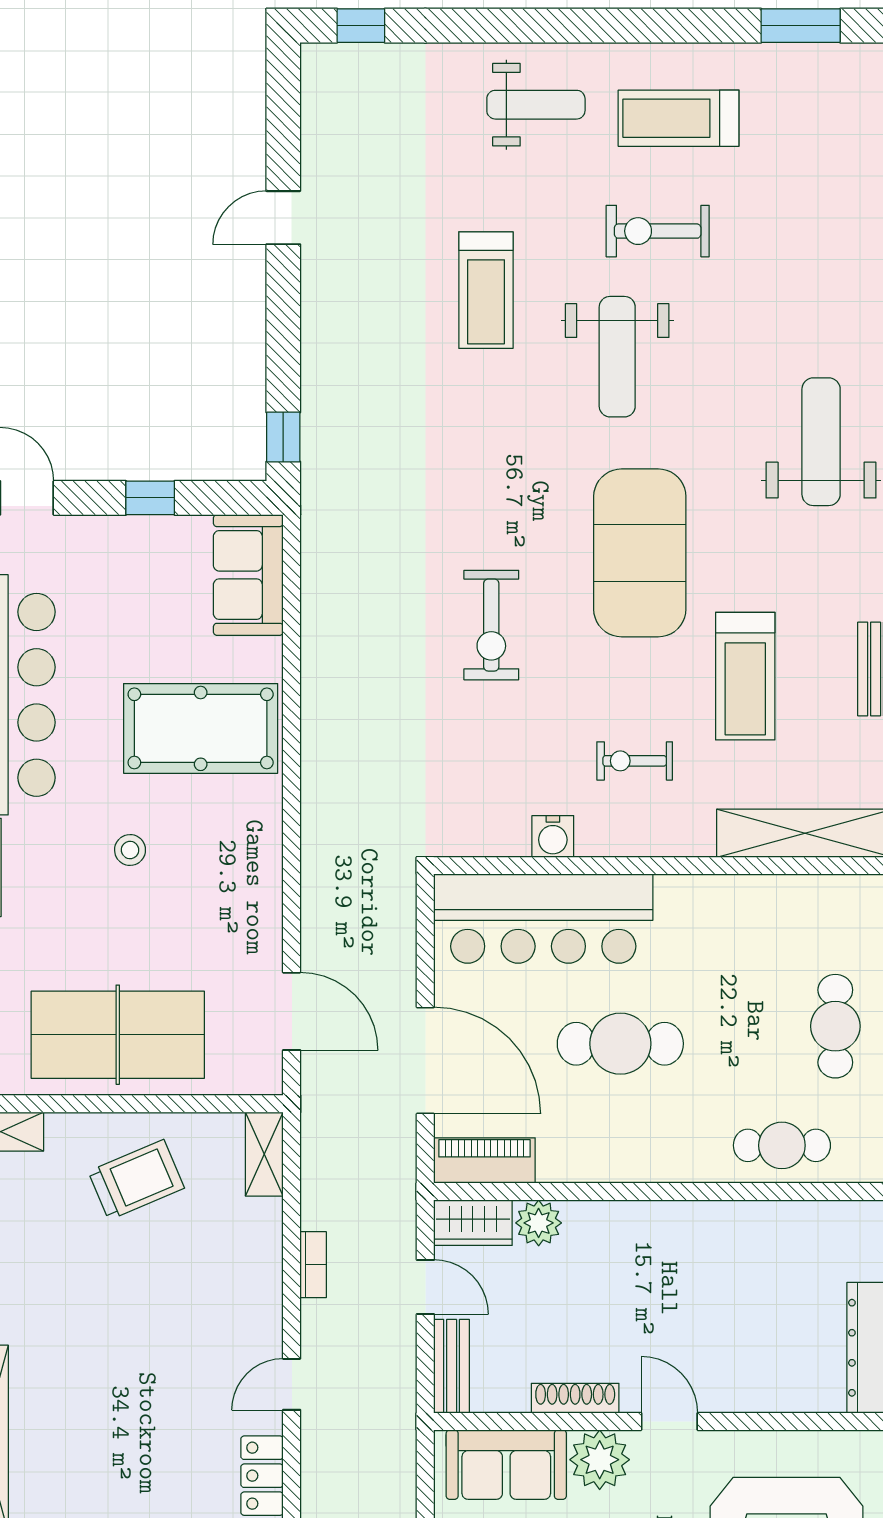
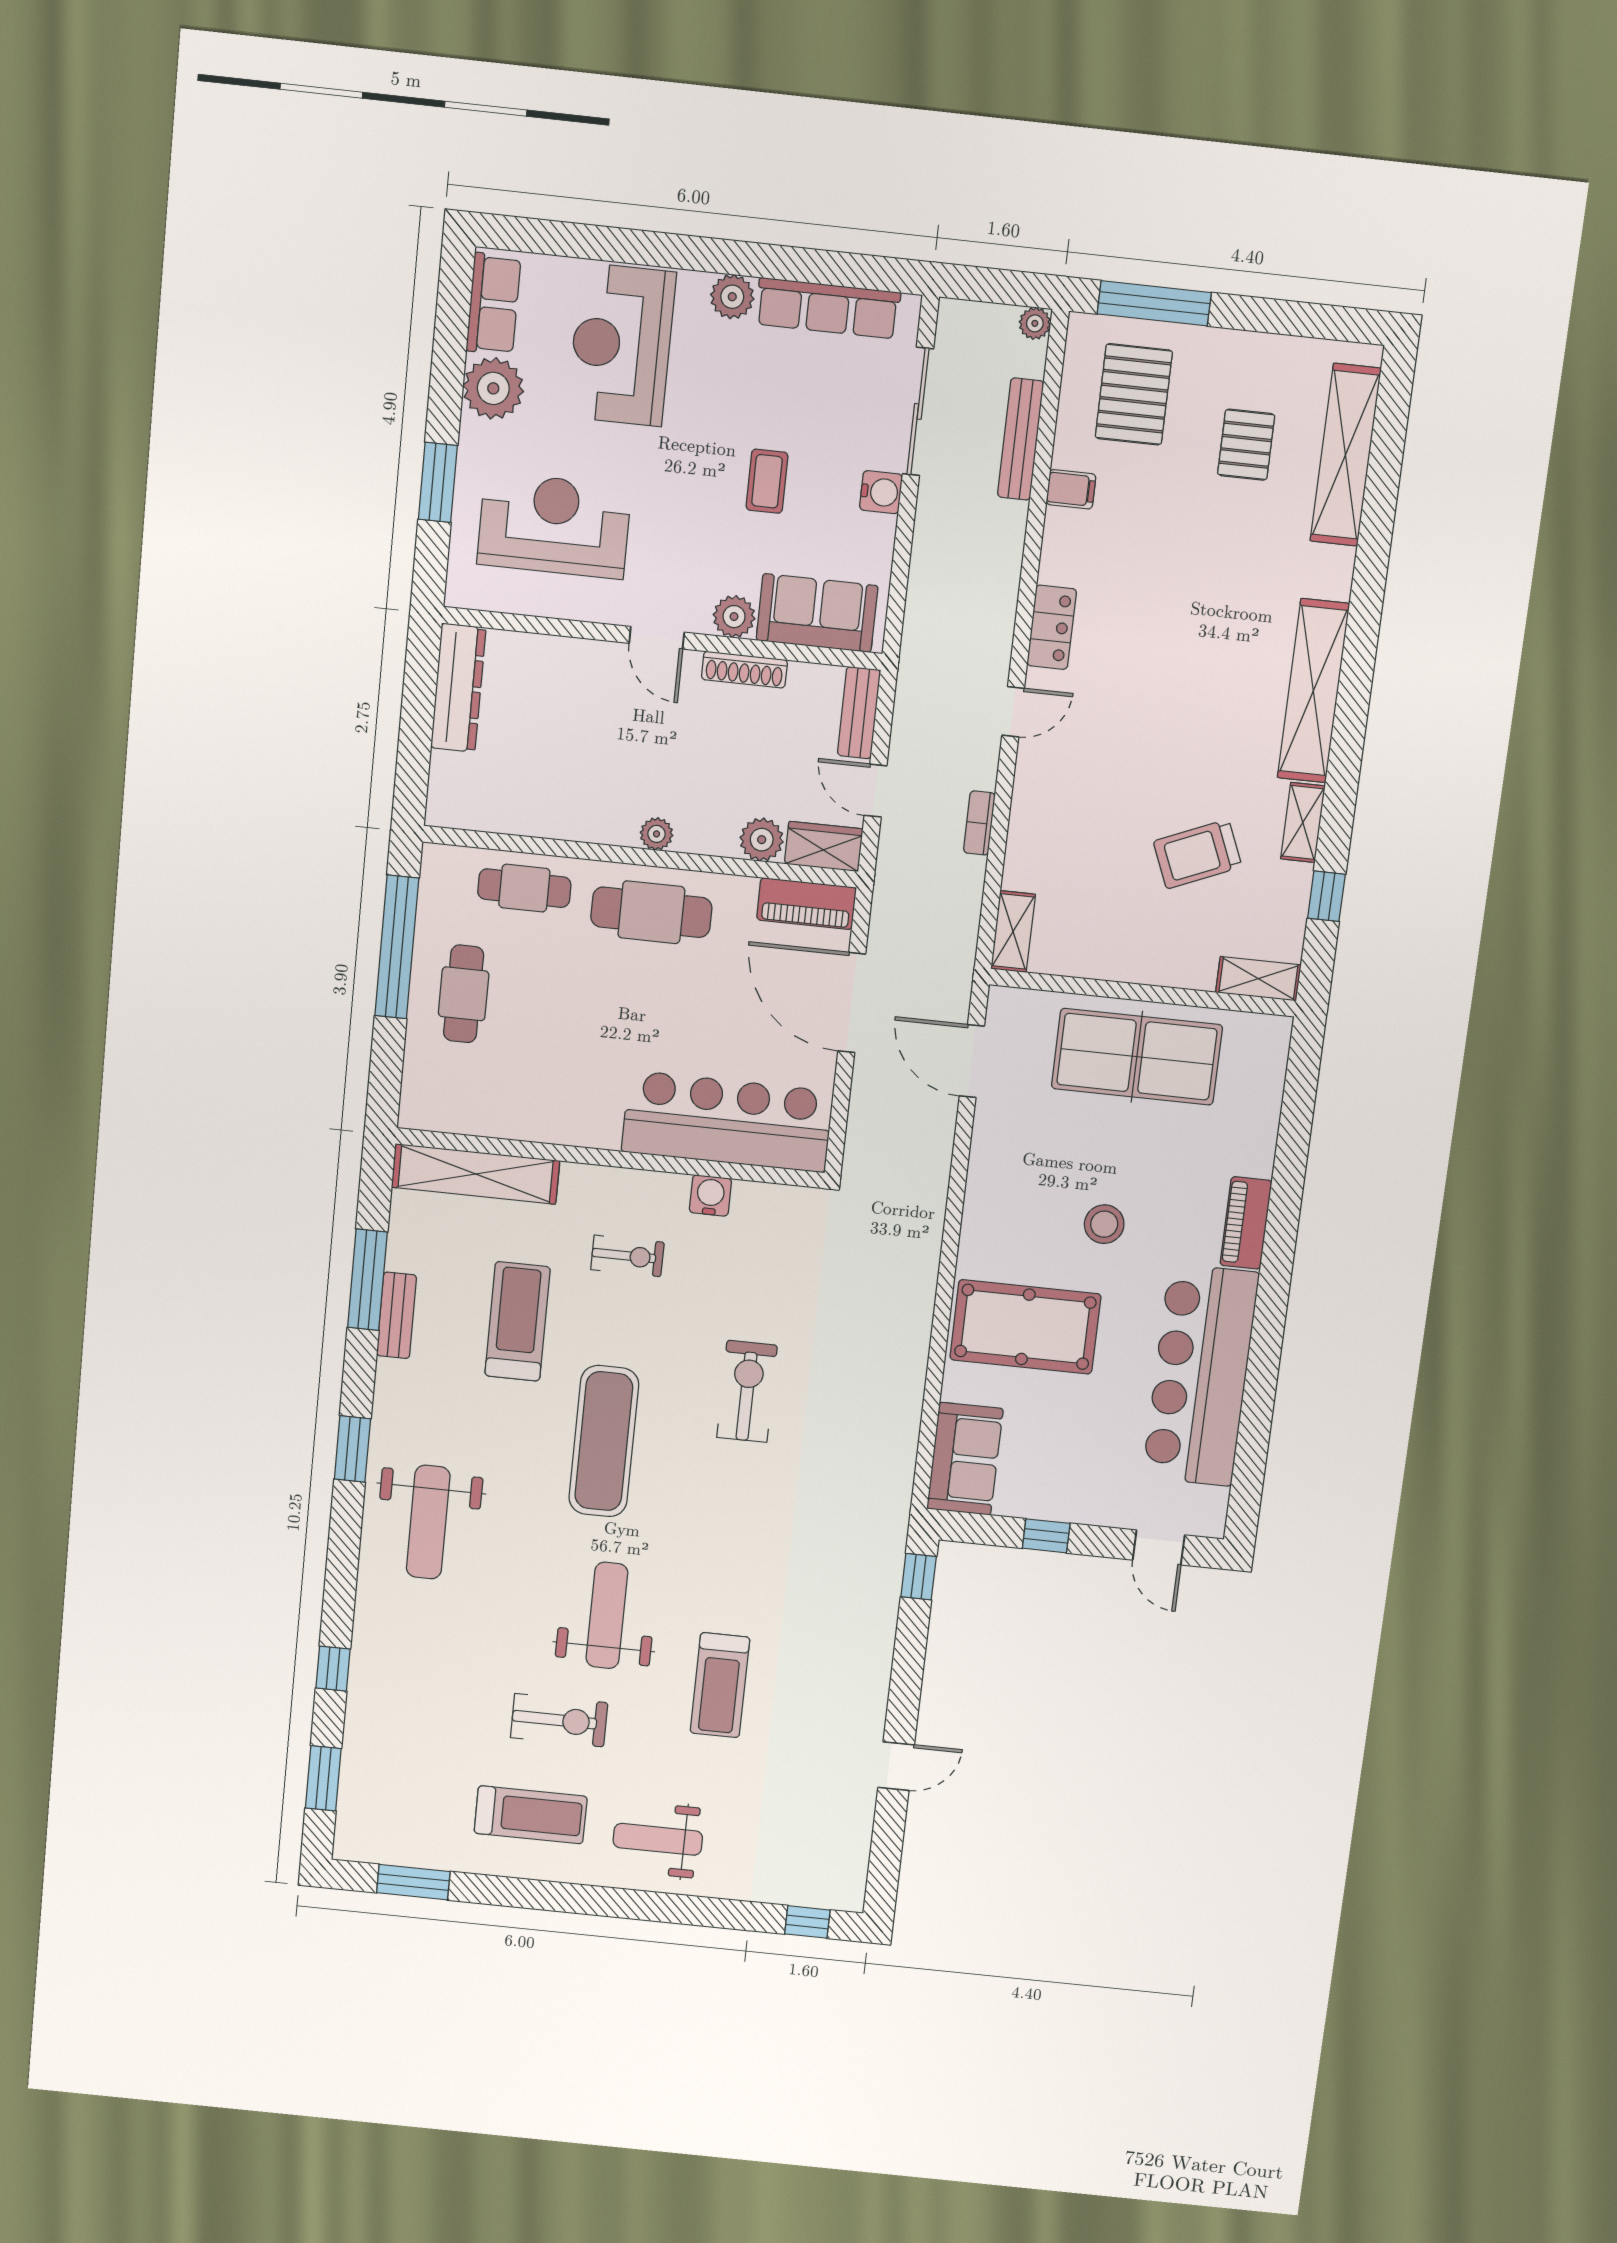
treadmill: (486, 290) -> (720, 1685), turned 180
exercise mat: (640, 553) -> (604, 1441), width x0.68
stool: (130, 850) -> (1104, 1224), width x1.37, depth x1.37
cafe table: (620, 1044) -> (651, 912), moved
trolley: (136, 1180) -> (1198, 854), moved
plant: (649, 1217) -> (657, 834), added
plant: (600, 1460) -> (734, 617), width x0.73, depth x0.73

